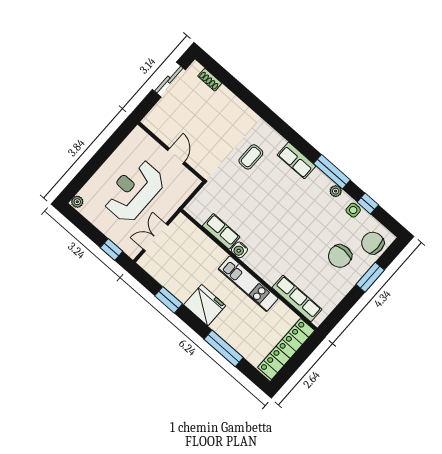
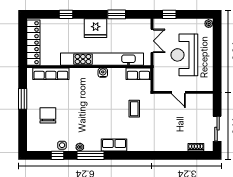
coffee table: (251, 157) -> (134, 109), moved
reception desk: (134, 191) -> (184, 55), turned 180
row of seats: (221, 231) -> (138, 74), moved
chair: (373, 243) -> (37, 137), removed
window: (370, 277) -> (23, 99), moved
kitchen unit: (248, 284) -> (102, 59), width x1.86
window: (224, 348) -> (66, 14), width x0.46

